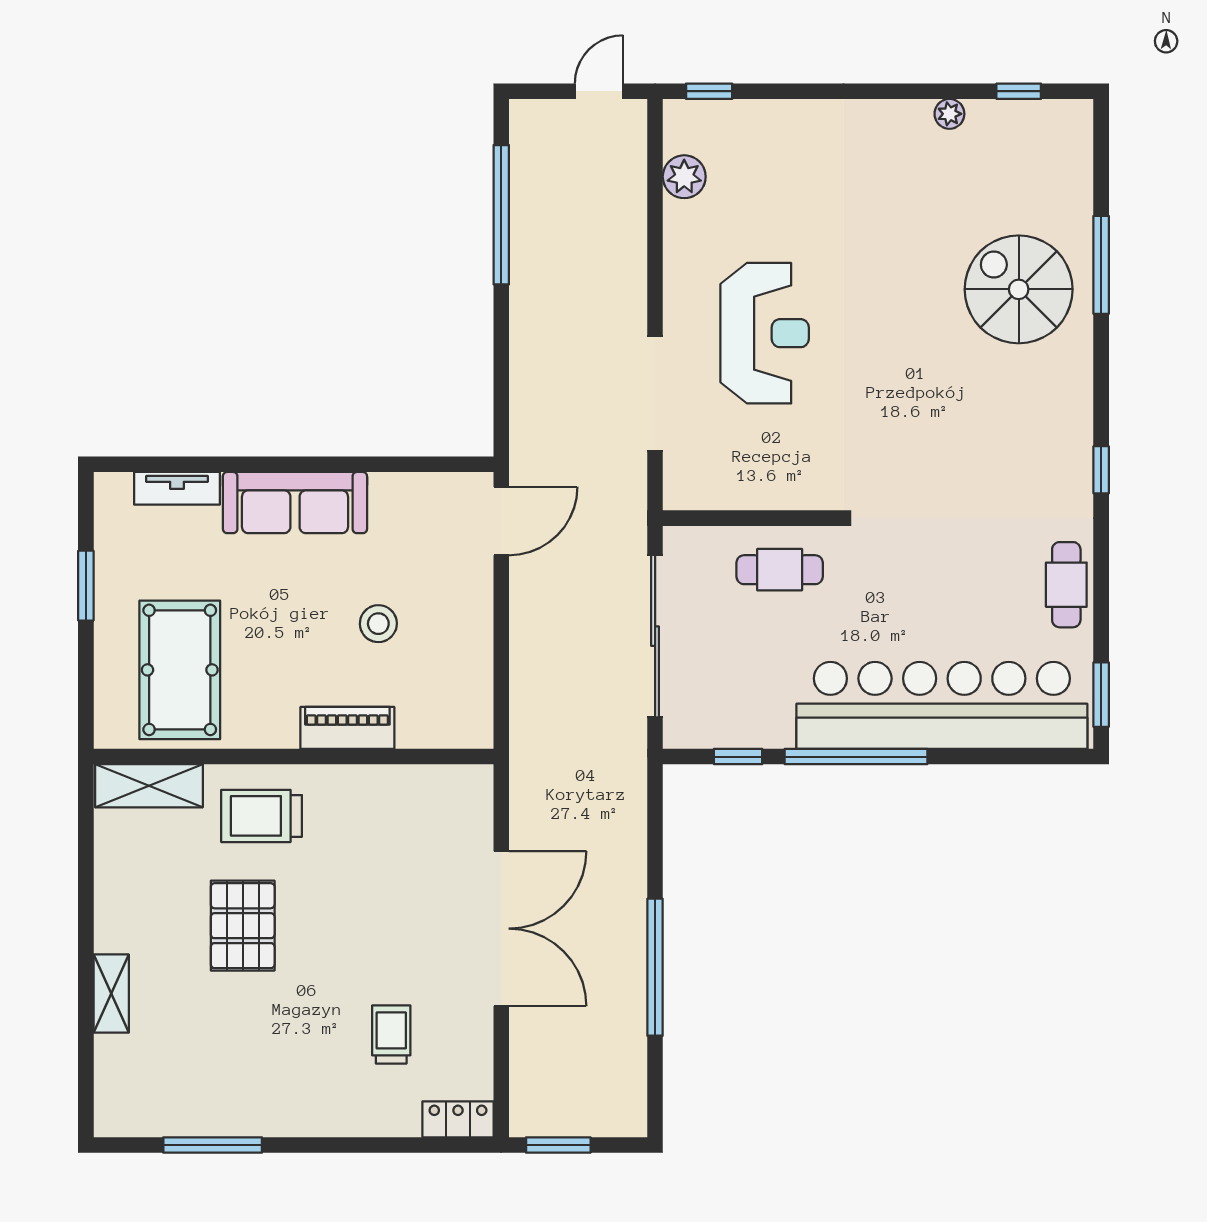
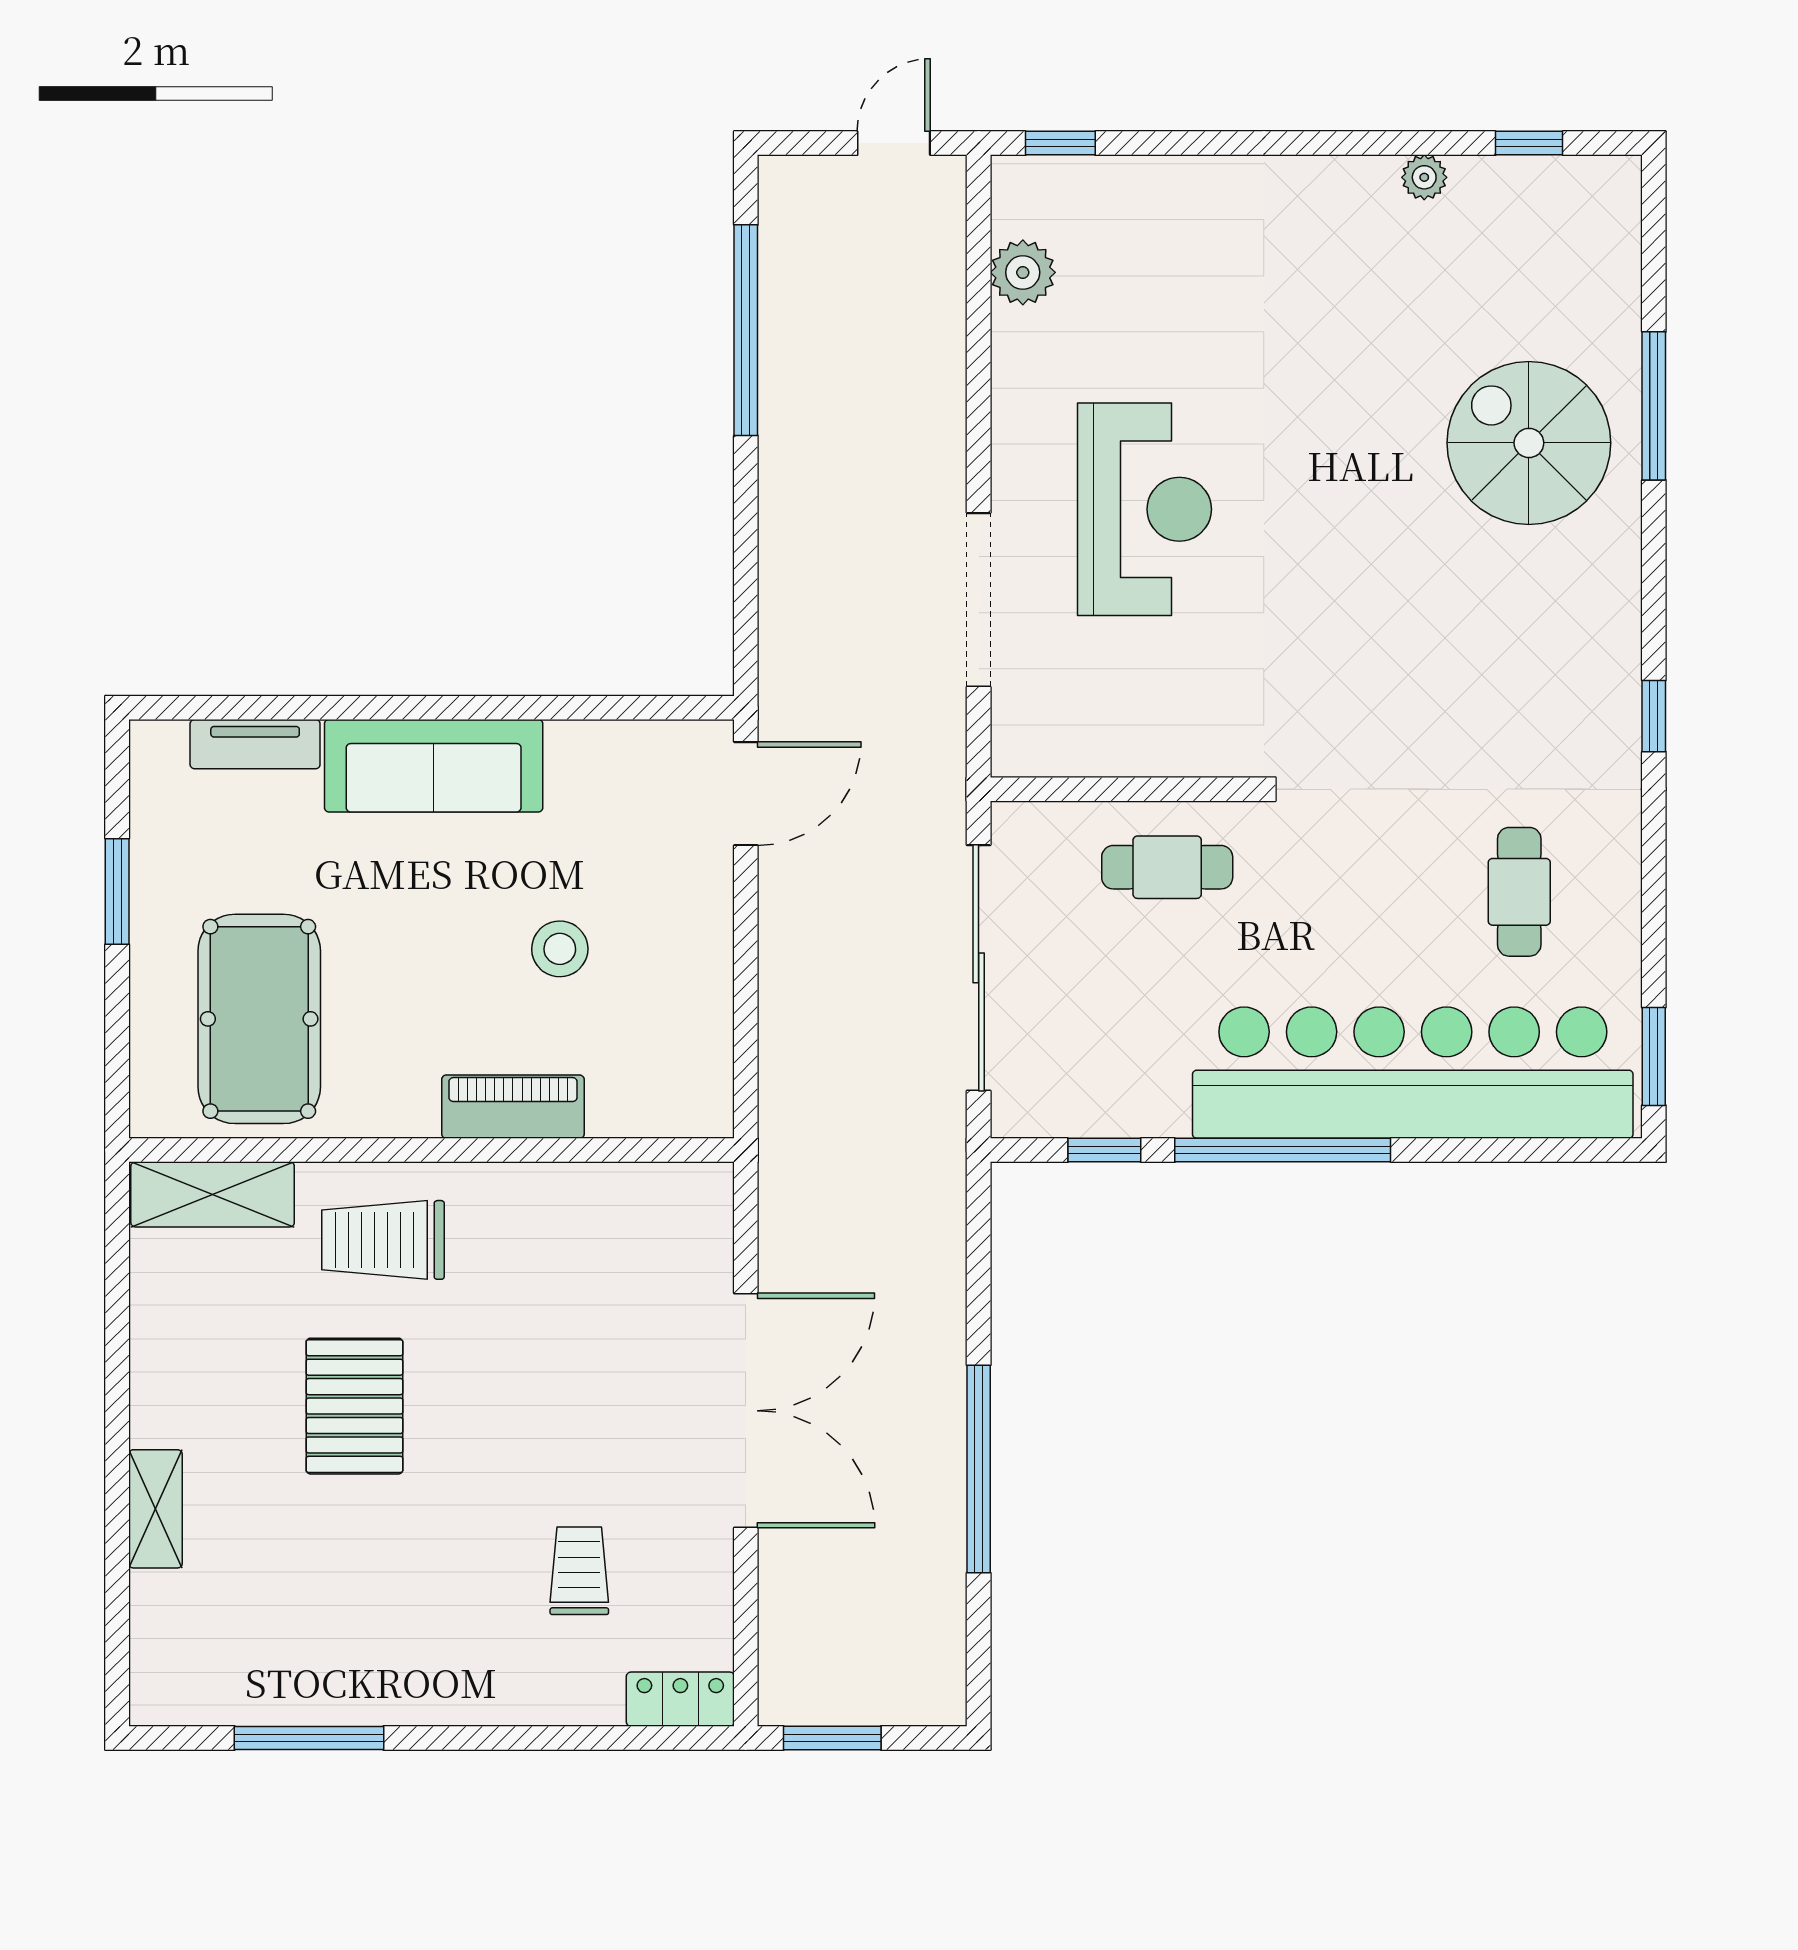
cafe table: (1066, 585) -> (1519, 892), moved

